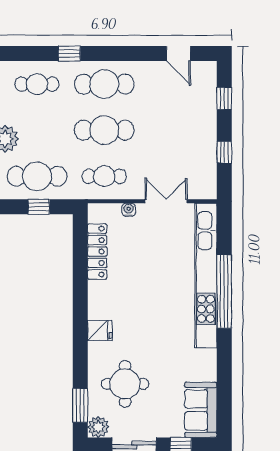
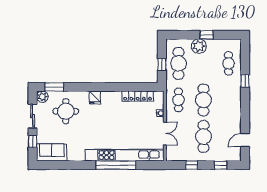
cafe table: (104, 84) -> (203, 136), moved

